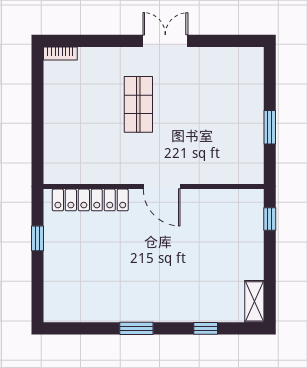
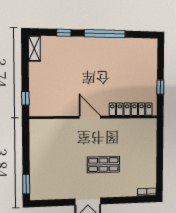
shop shelf: (138, 104) -> (103, 165), turned 90
window: (270, 127) -> (26, 184), moved
window: (136, 328) -> (105, 34), width x2.11

